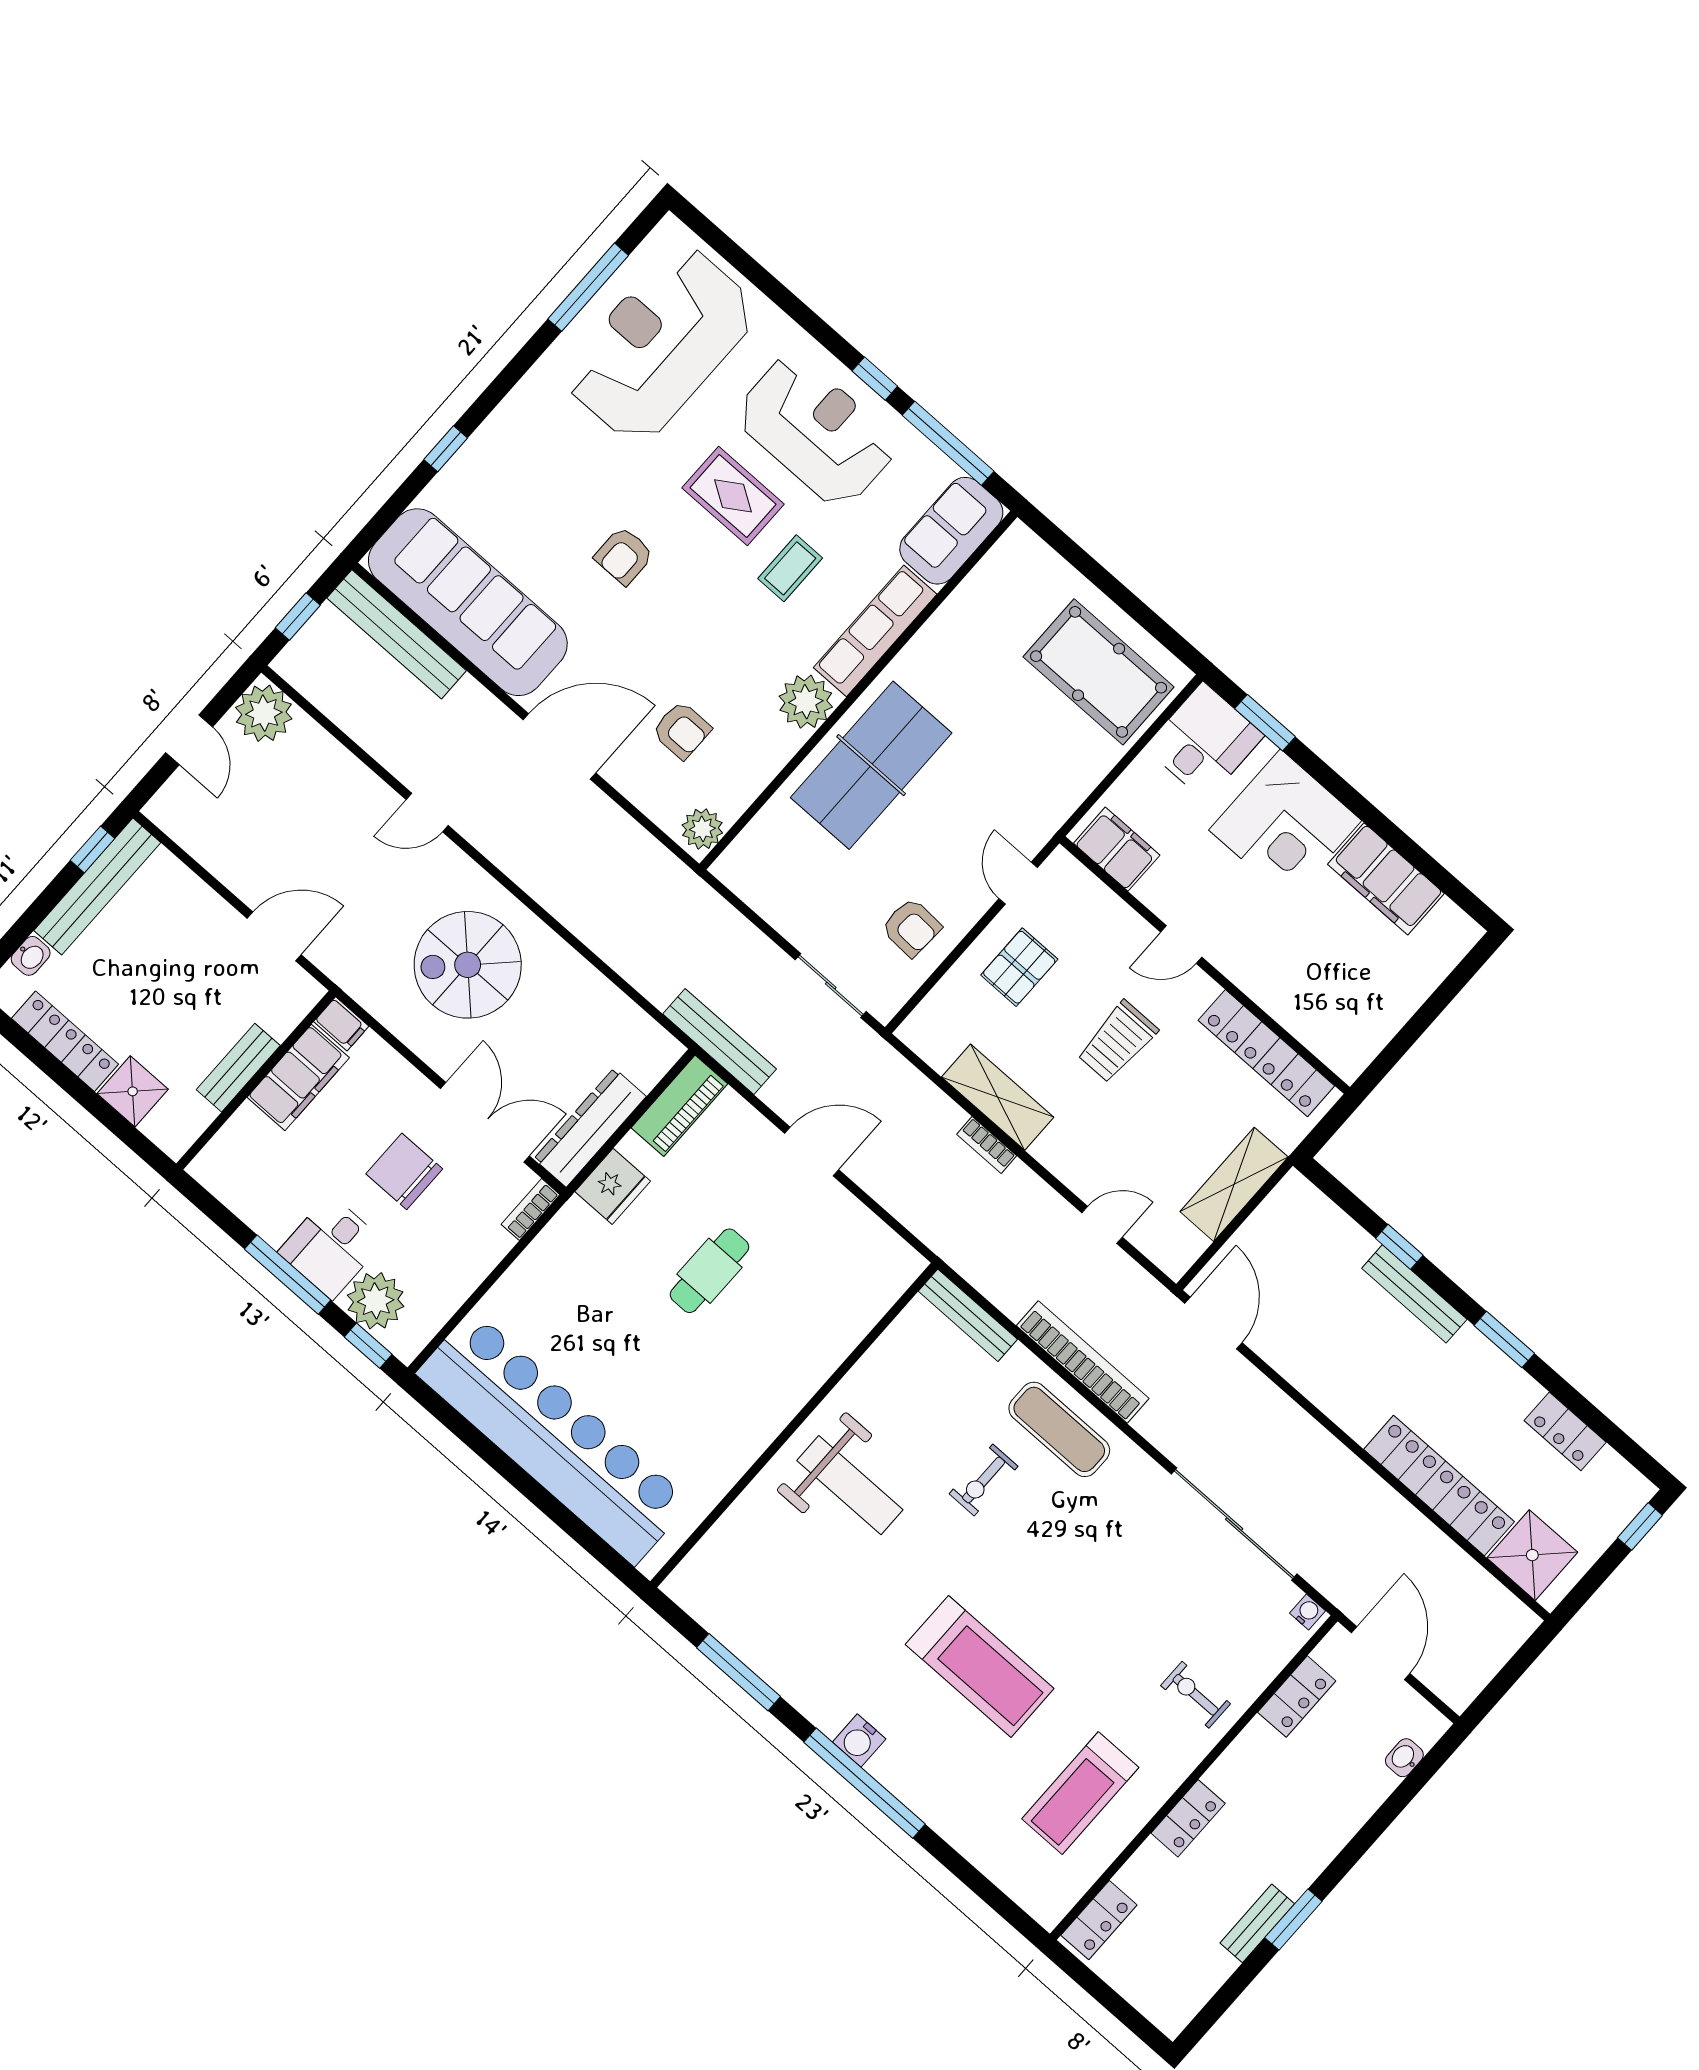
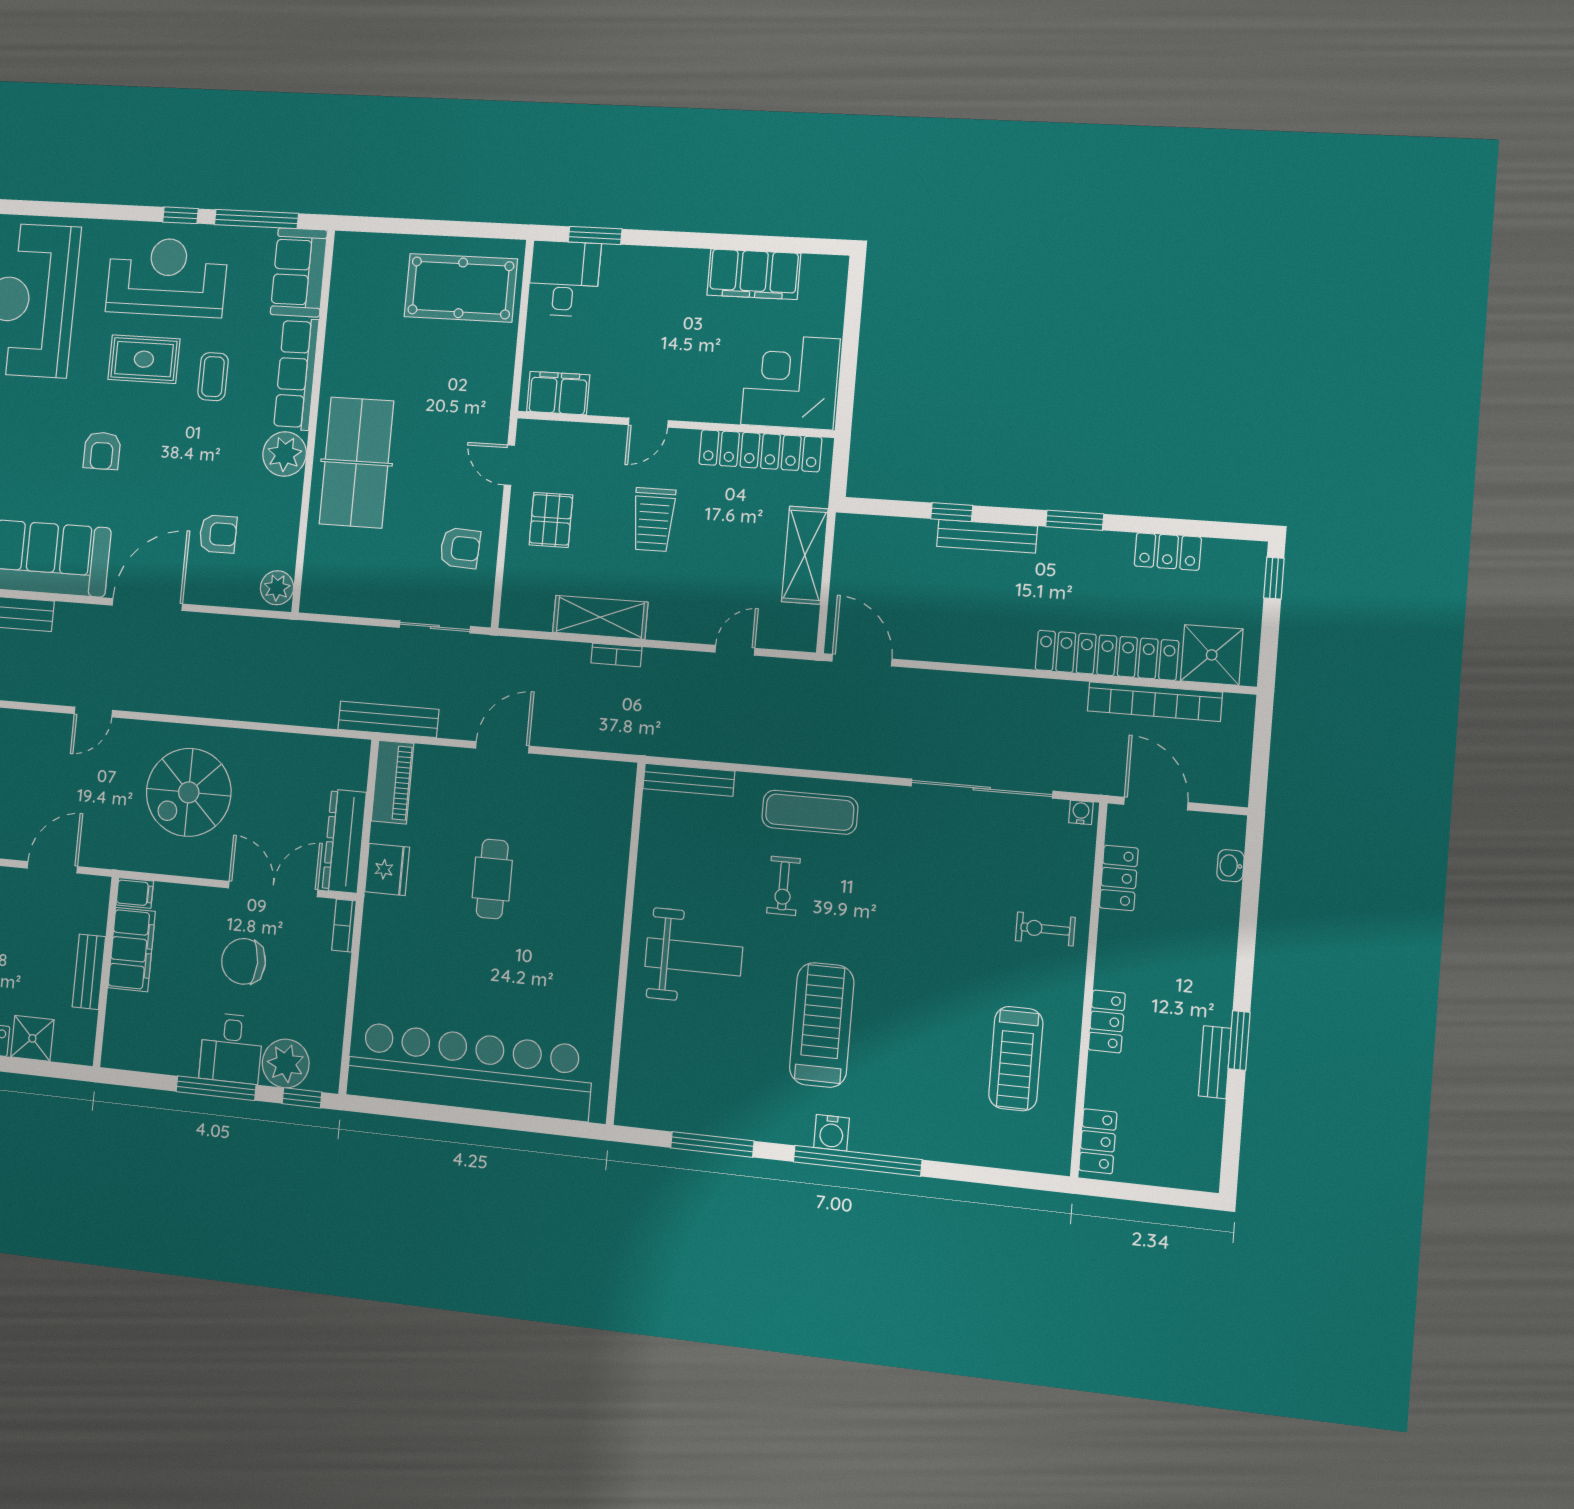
corner desk: (1285, 825) -> (790, 382), moved, turned 180
bookcase: (1083, 1362) -> (1155, 702), moved, turned 180
treadmill: (980, 1666) -> (822, 1025), moved, turned -90

